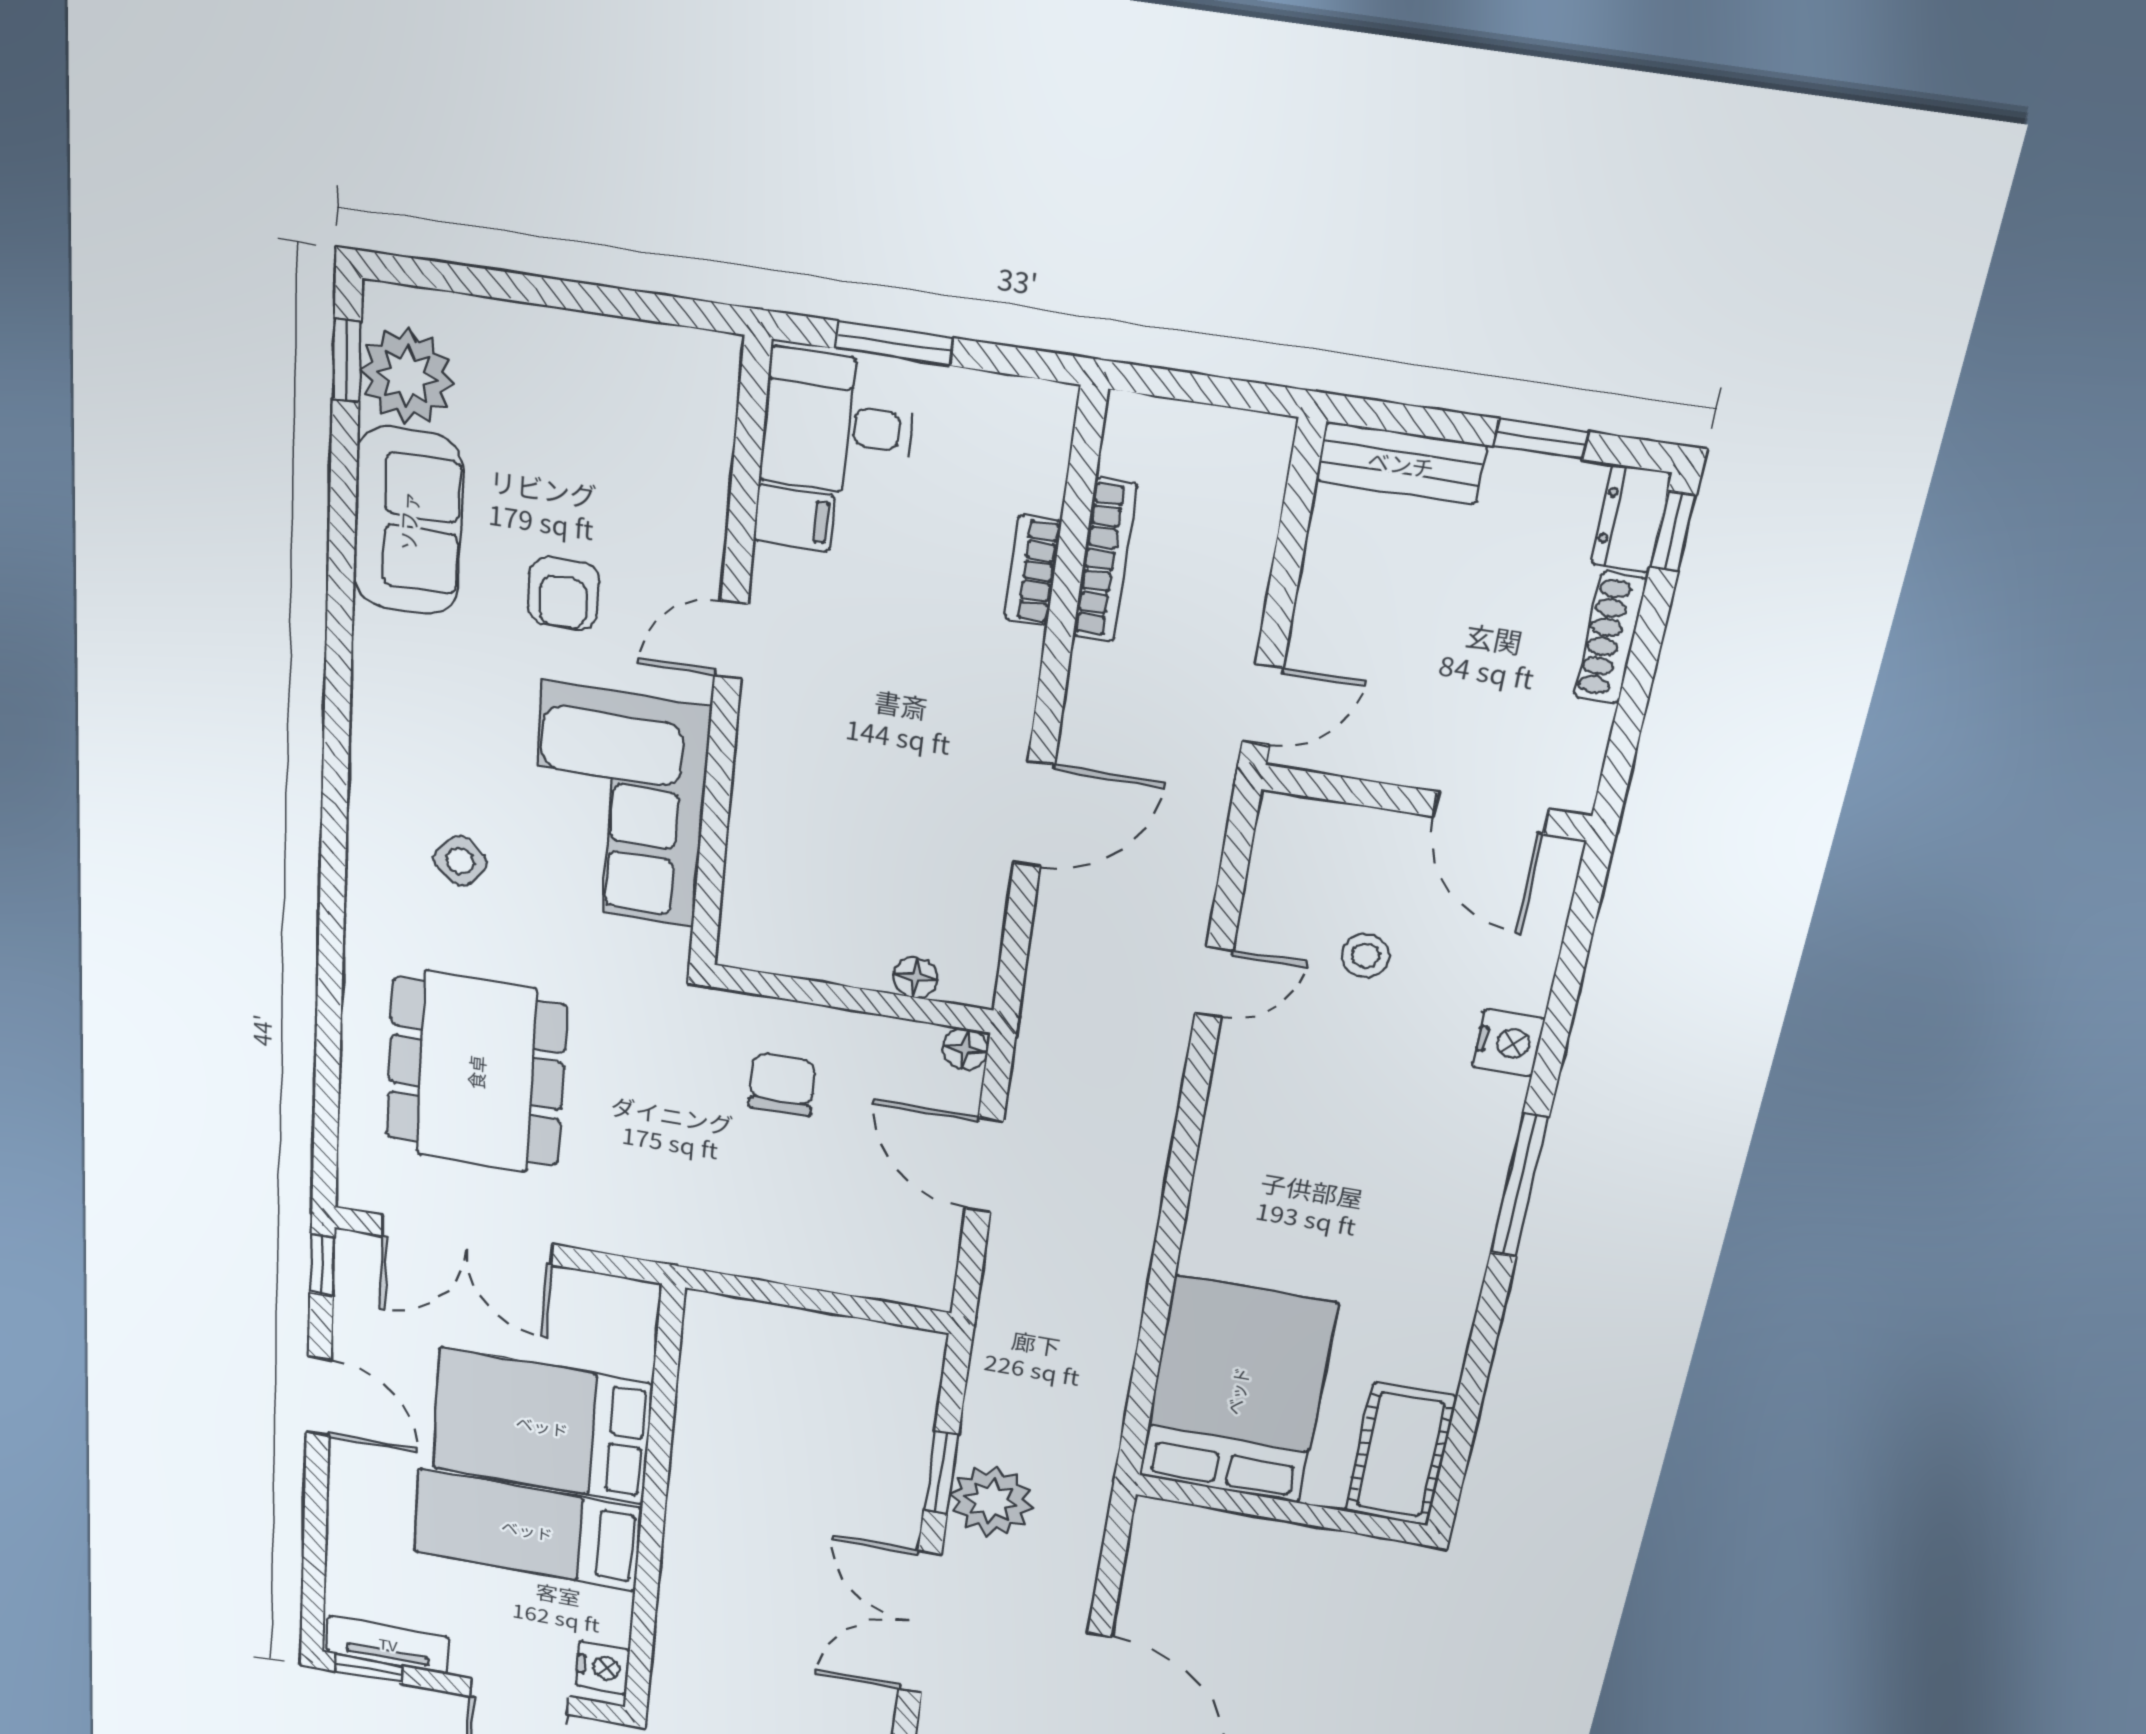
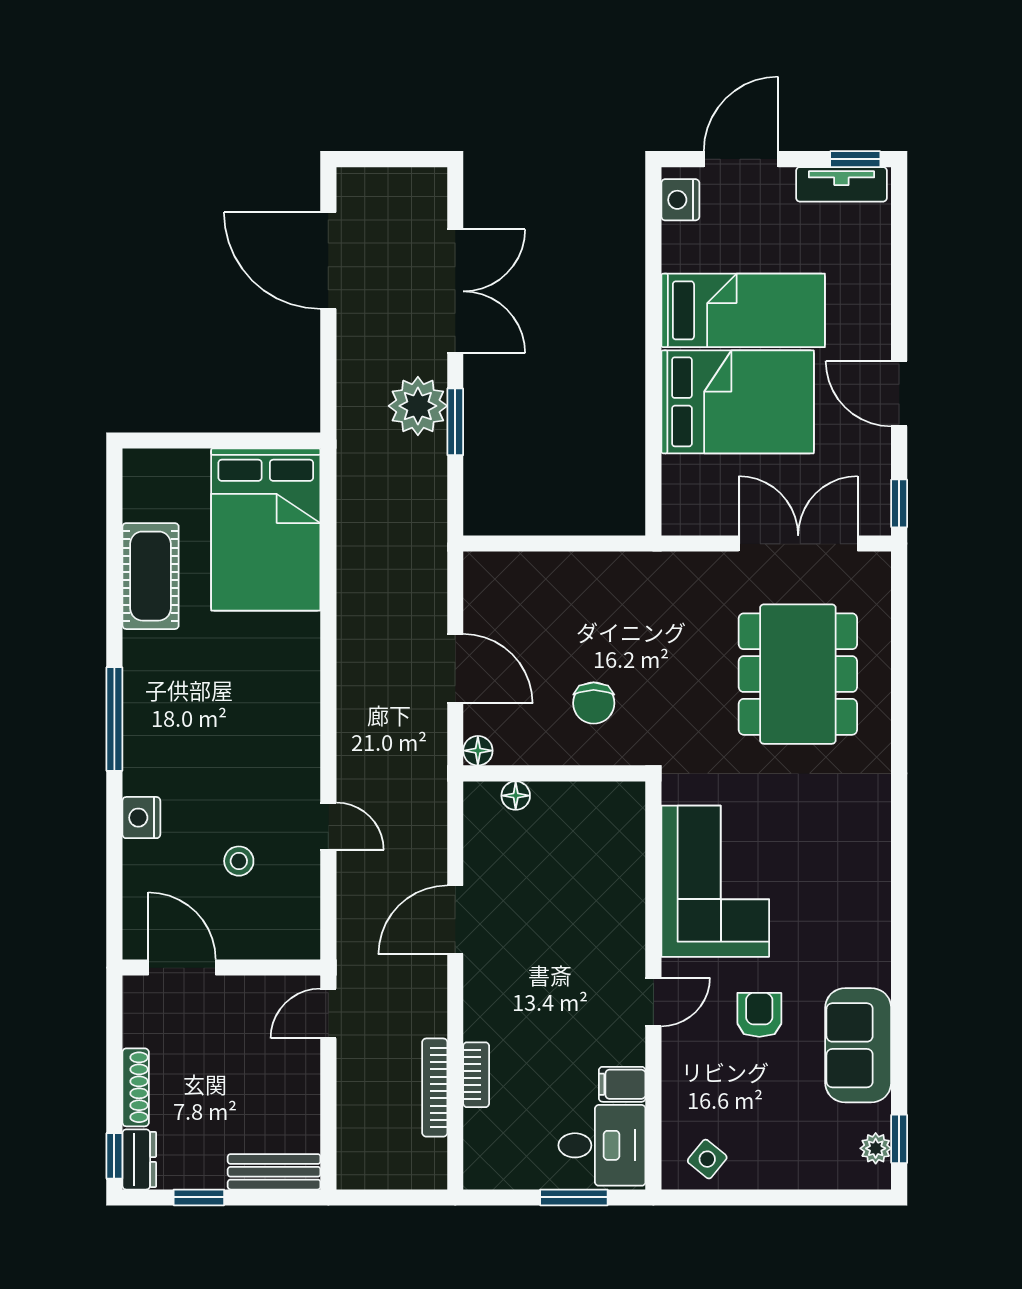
plant: (407, 377) -> (876, 1148), width x0.53, depth x0.53
side table: (460, 861) -> (707, 1159), moved
door: (1214, 982) -> (328, 826), swing flipped
cot: (1401, 1455) -> (151, 576), moved

